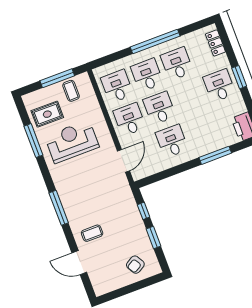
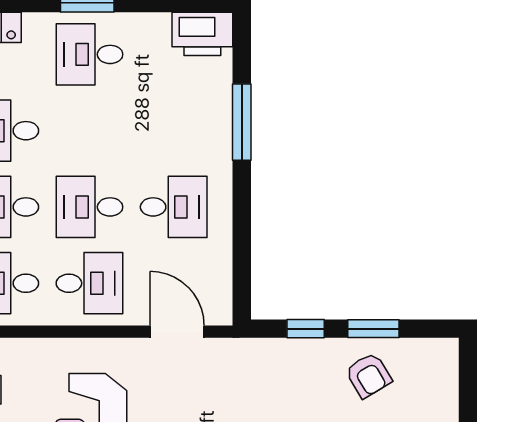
desk: (129, 119) -> (89, 283), turned 180
desk: (172, 141) -> (174, 207), turned 180
armchair: (135, 265) -> (369, 375), moved

